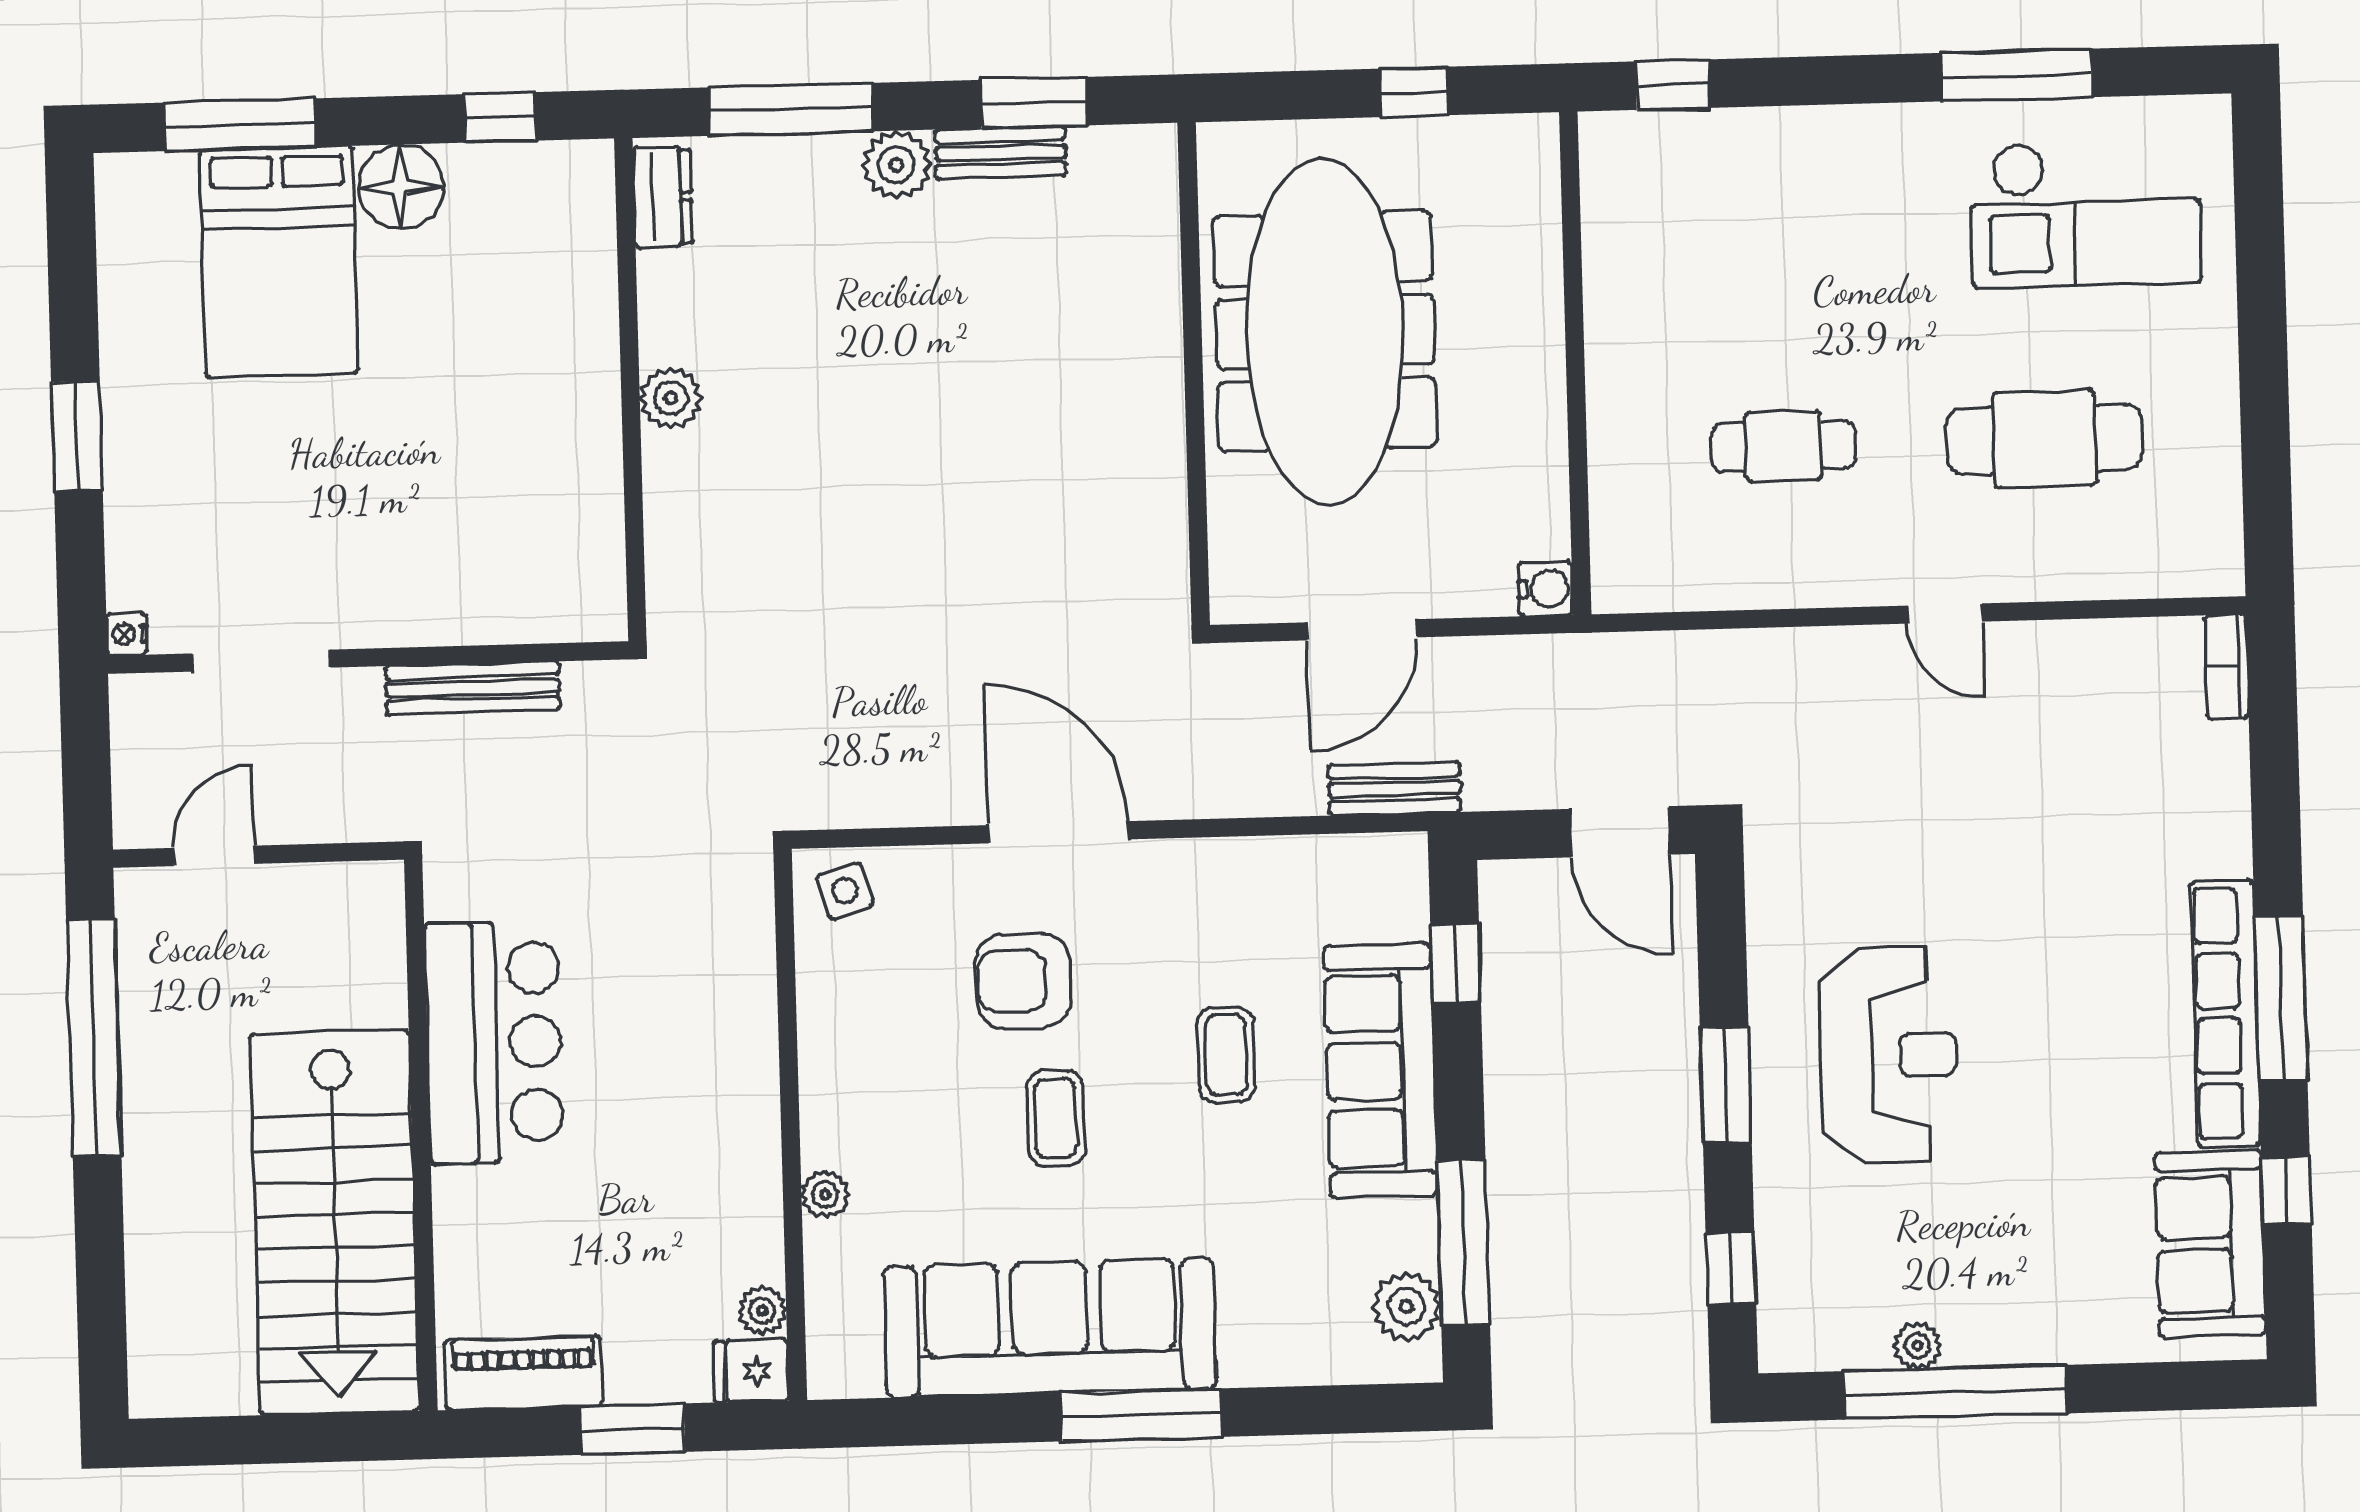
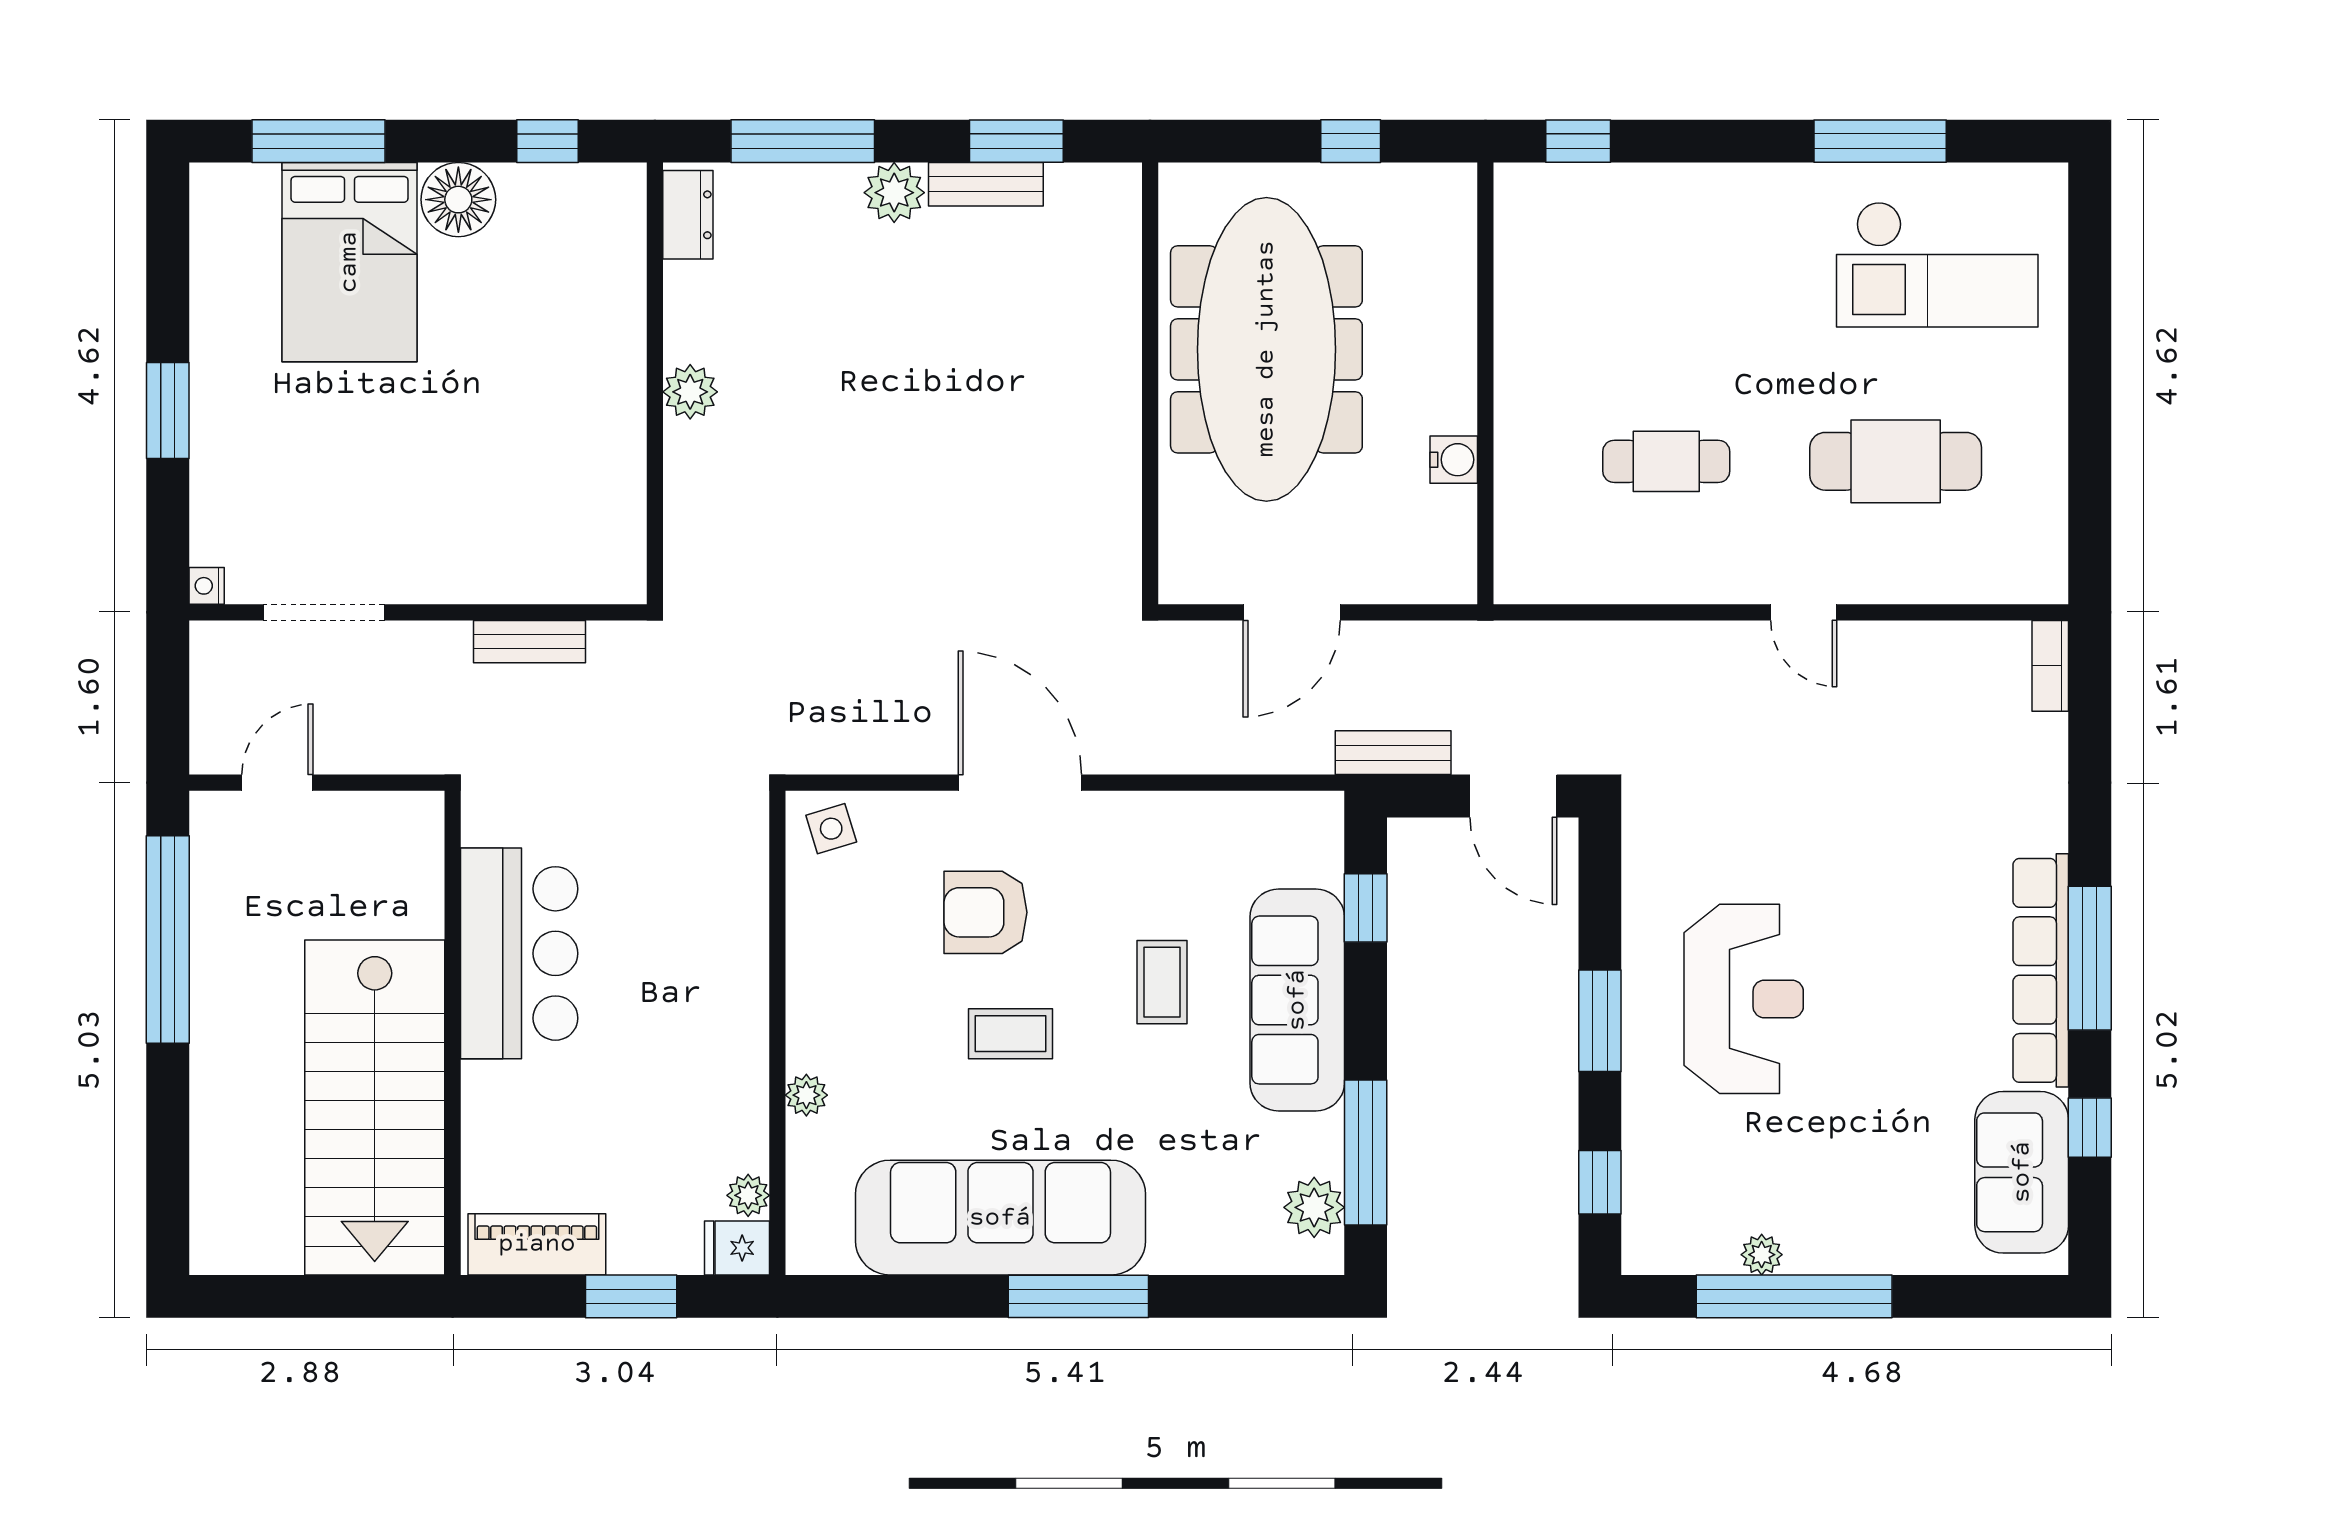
water cooler: (1545, 589) -> (1454, 460), moved
bench: (473, 688) -> (530, 642), width x0.73
bench: (1395, 789) -> (1393, 753), moved
coffee table: (1056, 1118) -> (1011, 1034), turned 90

